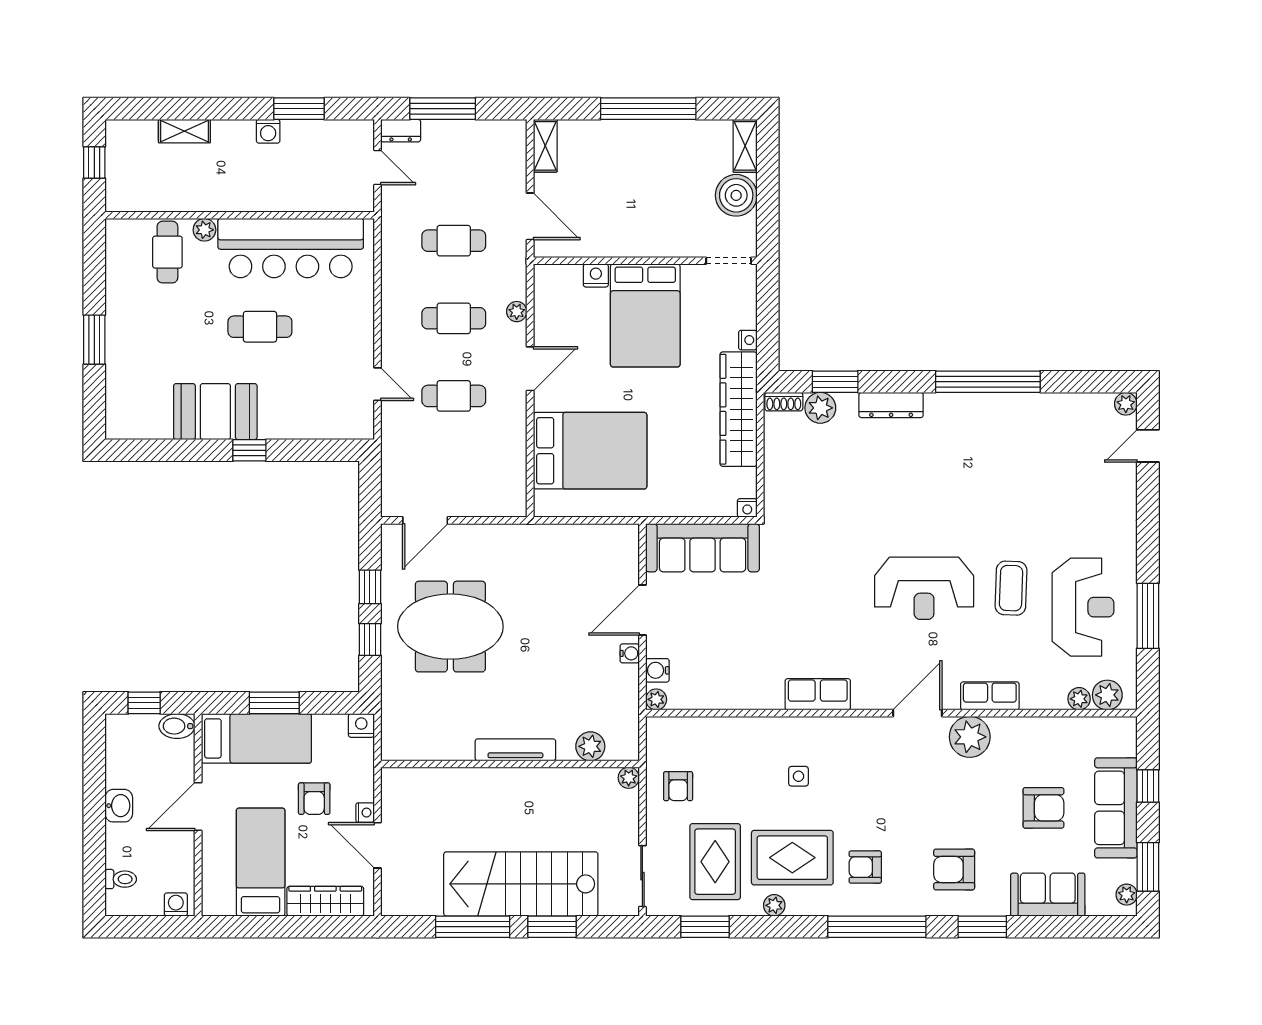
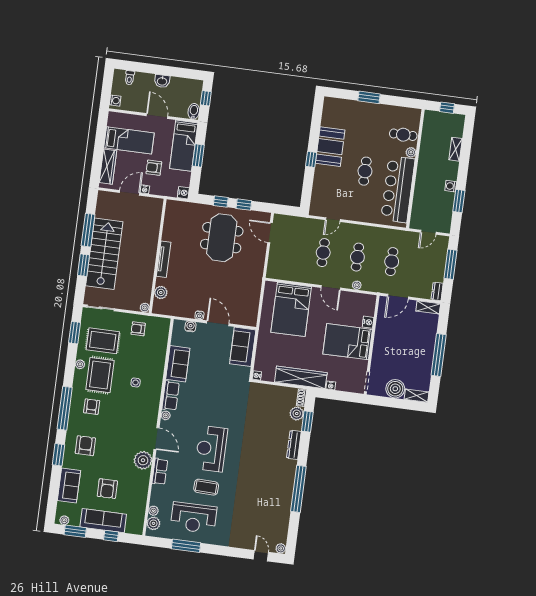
dresser: (401, 131) -> (437, 291), moved
sofa: (703, 548) -> (243, 347), width x0.73
sofa: (744, 688) -> (178, 364), added
plant: (656, 699) -> (166, 415), moved

